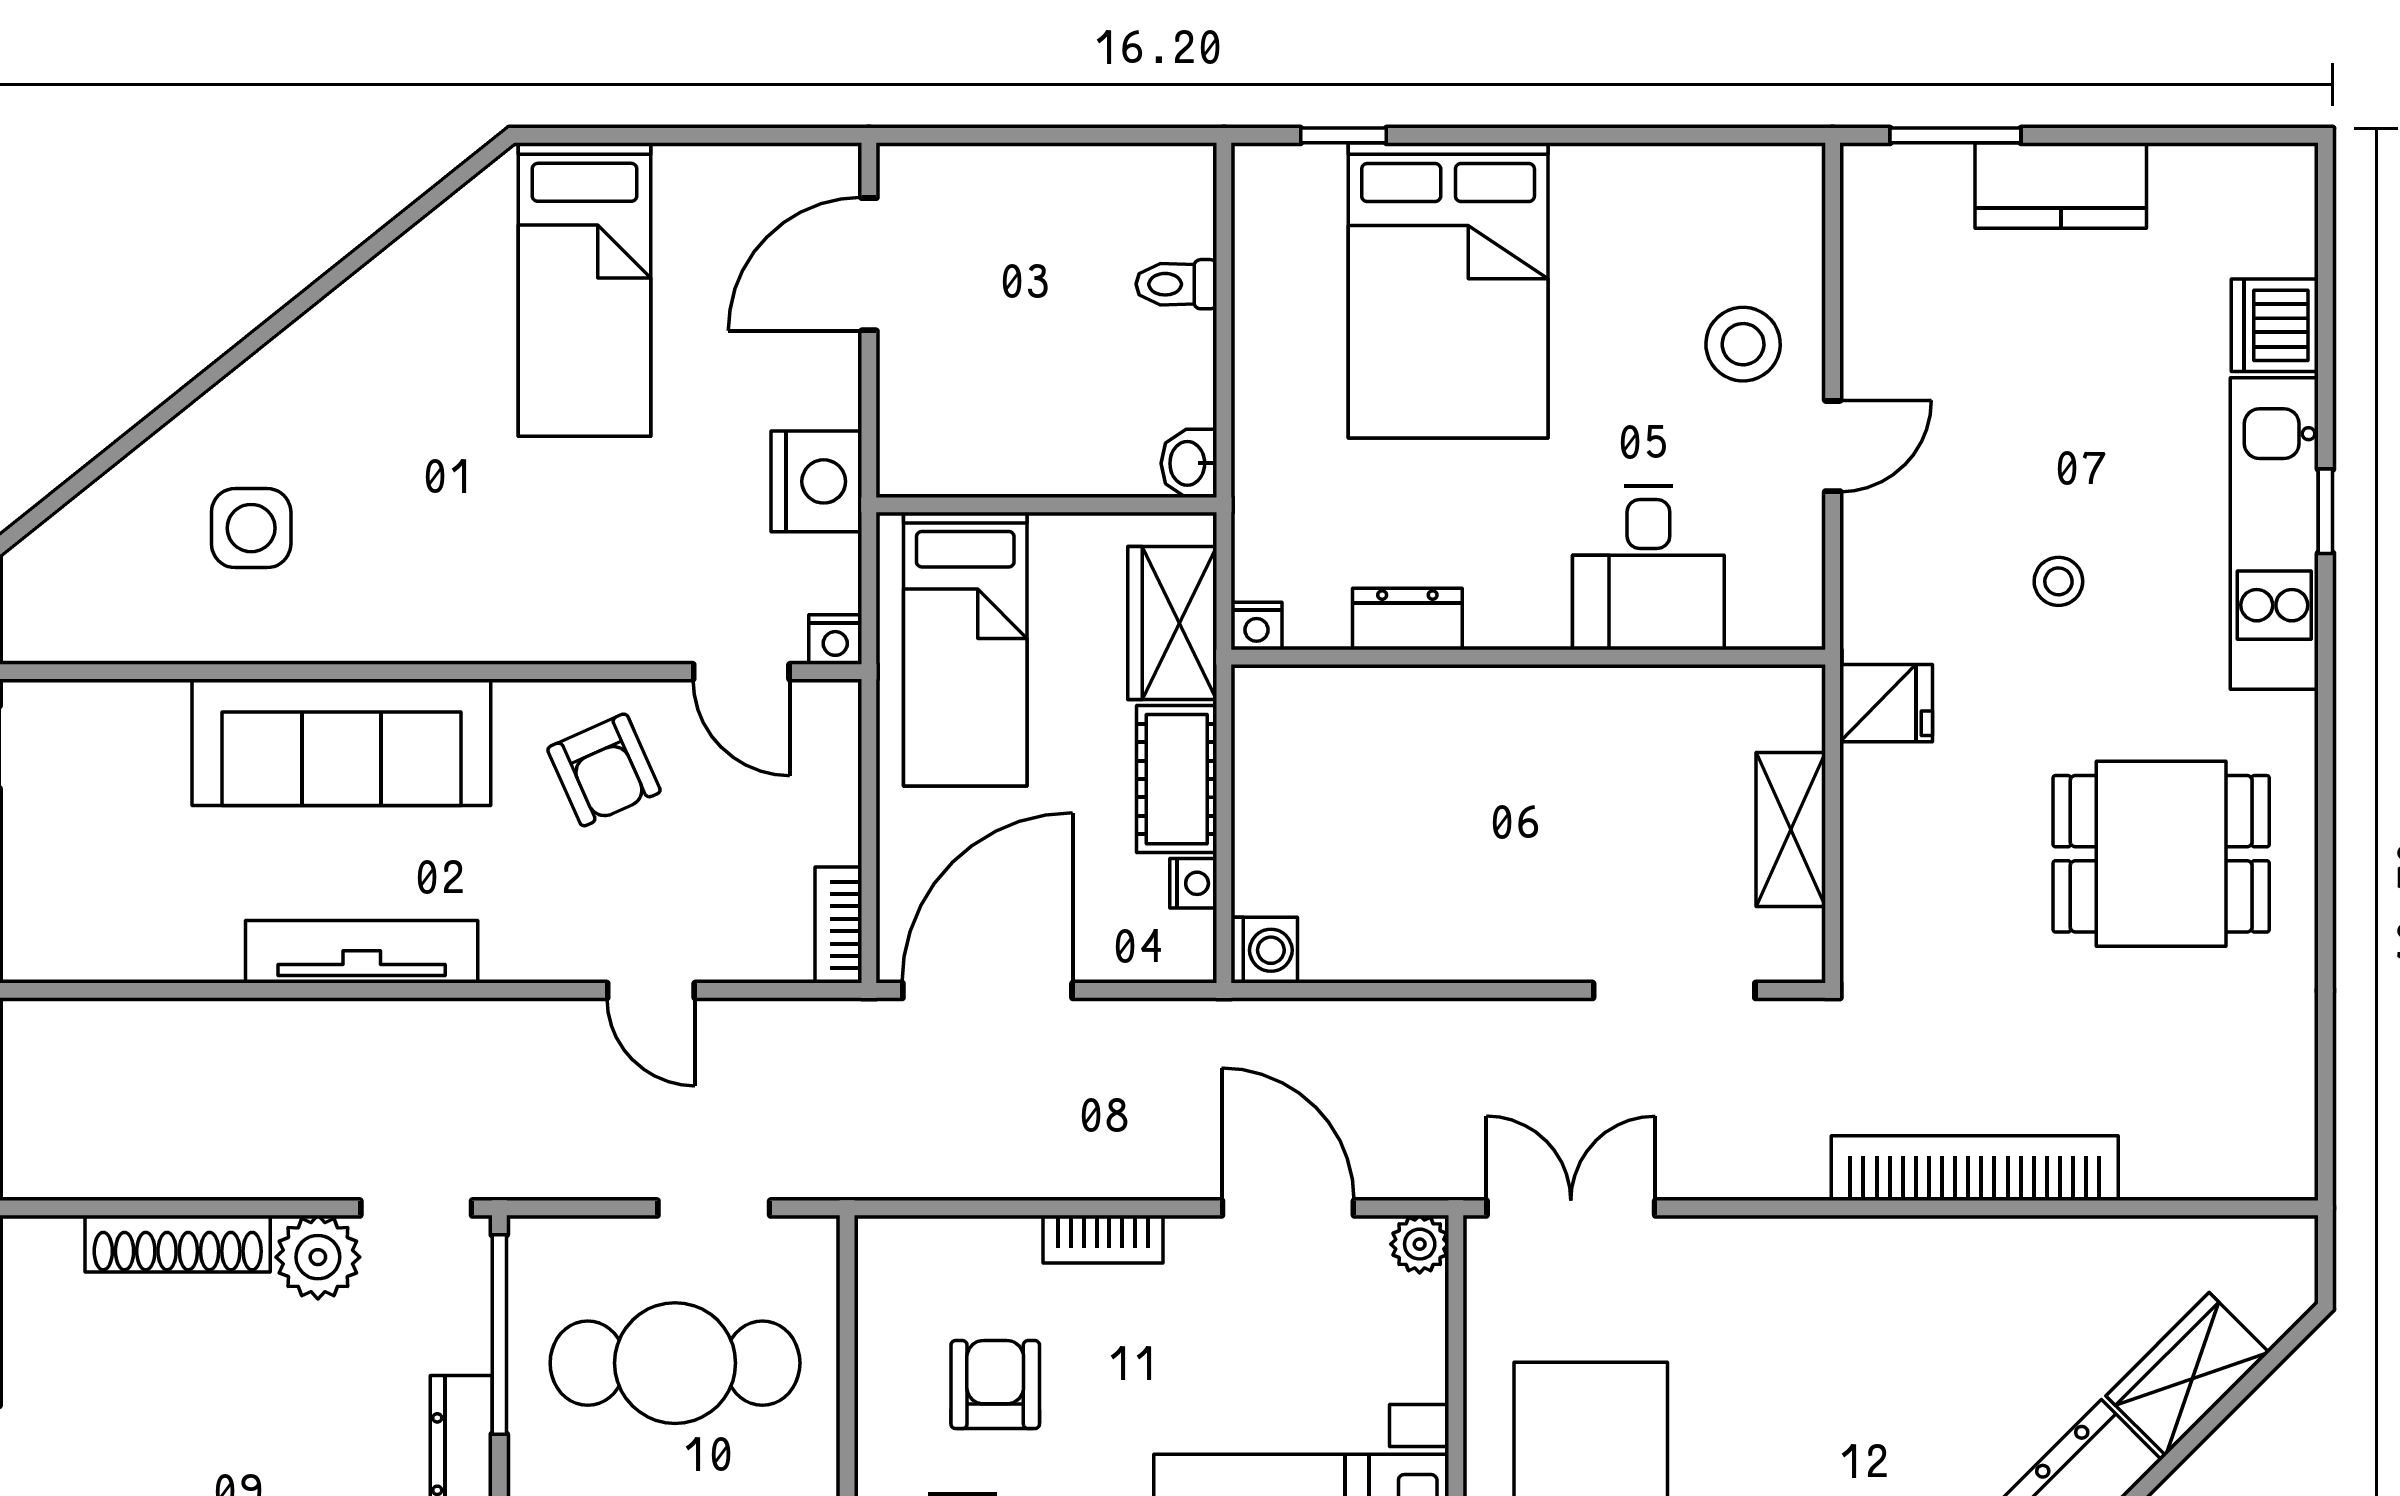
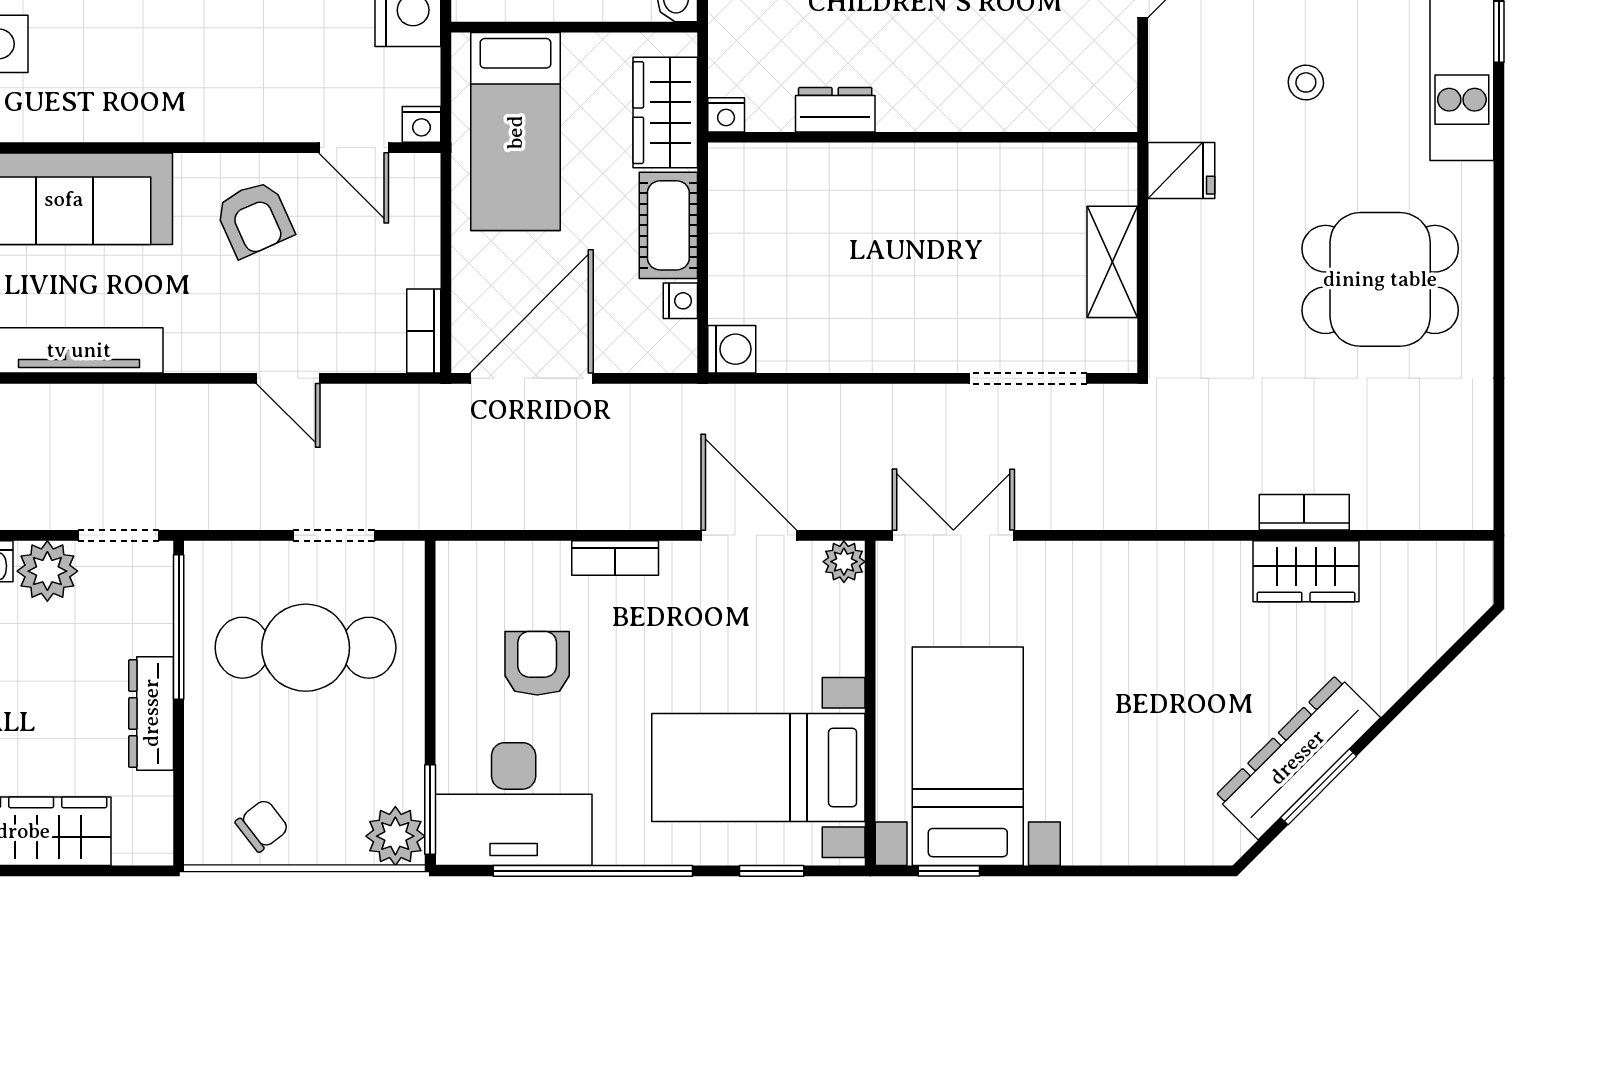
desk: (1648, 568) -> (1009, 73), removed
bookcase: (1975, 1168) -> (1304, 512), width x0.43, depth x0.76
wardrobe: (2187, 1374) -> (1306, 571), moved, turned -135

